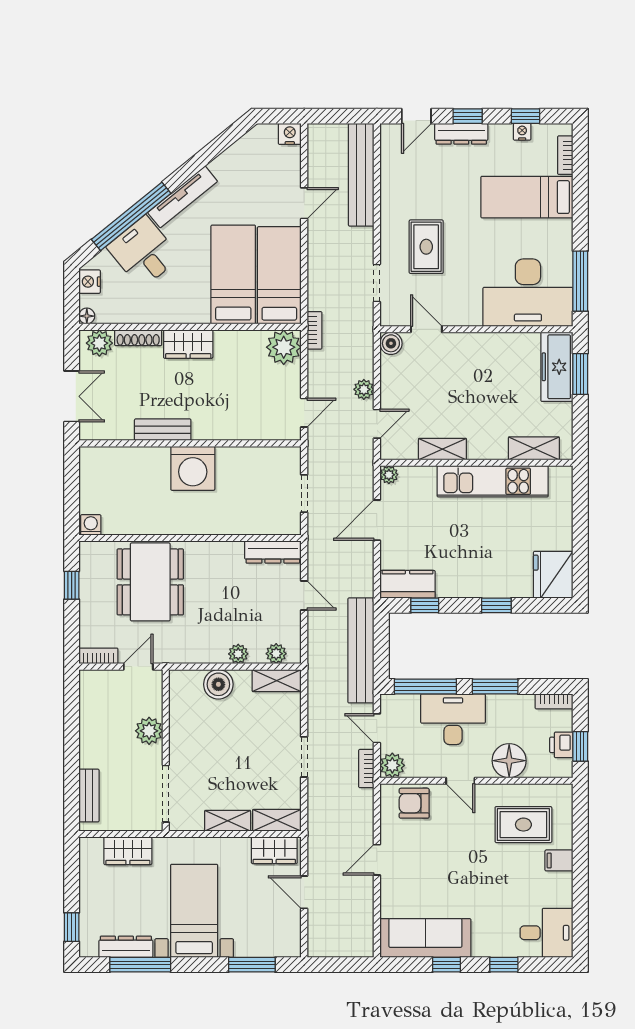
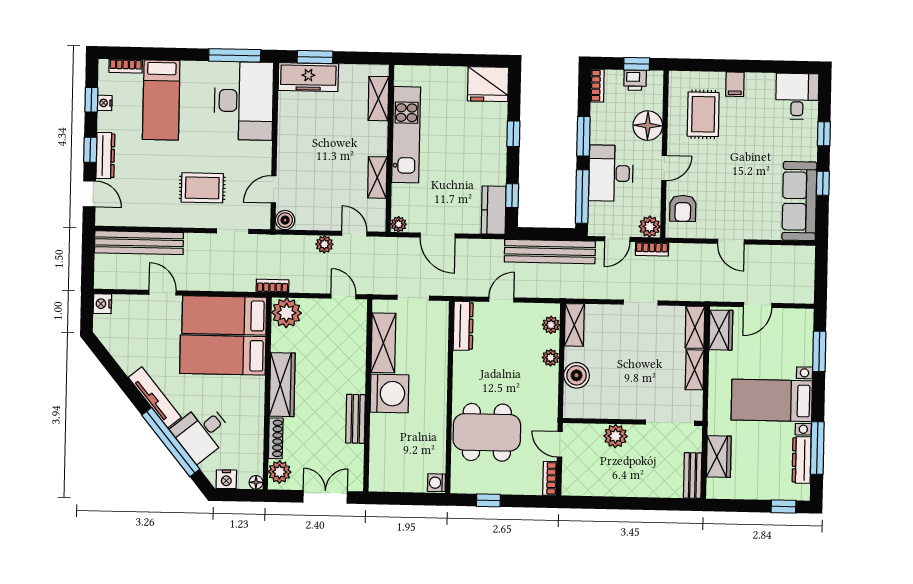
wardrobe: (188, 344) -> (282, 385), width x1.50
shelving: (251, 460) -> (383, 343), added
bench: (89, 796) -> (693, 476), moved, turned 90

